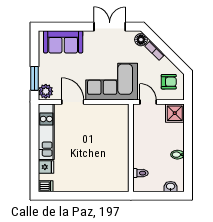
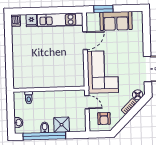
sofa: (63, 42) -> (116, 21), moved, turned -90
plant: (46, 91) -> (93, 18), removed
door: (148, 102) -> (87, 102), hinge flipped
shower: (175, 113) -> (62, 125), moved
window: (188, 155) -> (44, 136), added

